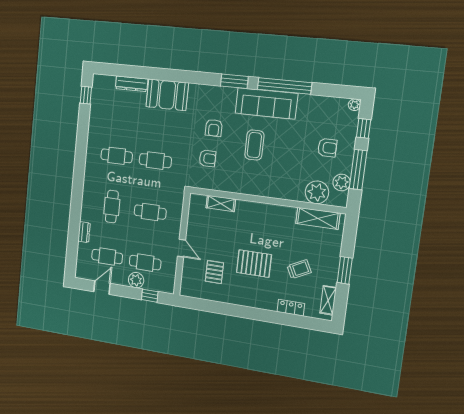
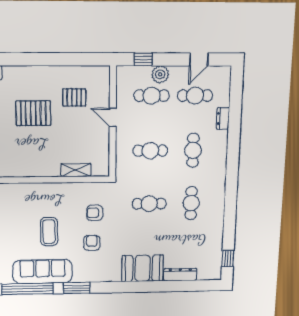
cafe table: (117, 156) -> (191, 203), turned 90
pallet: (214, 272) -> (74, 97), turned 90

